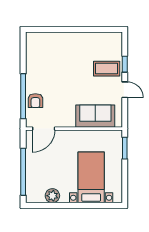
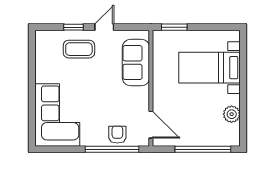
corner sofa: (52, 51) -> (57, 115), added
coffee table: (107, 69) -> (79, 49), turned 90
armchair: (35, 101) -> (117, 135), turned -90

